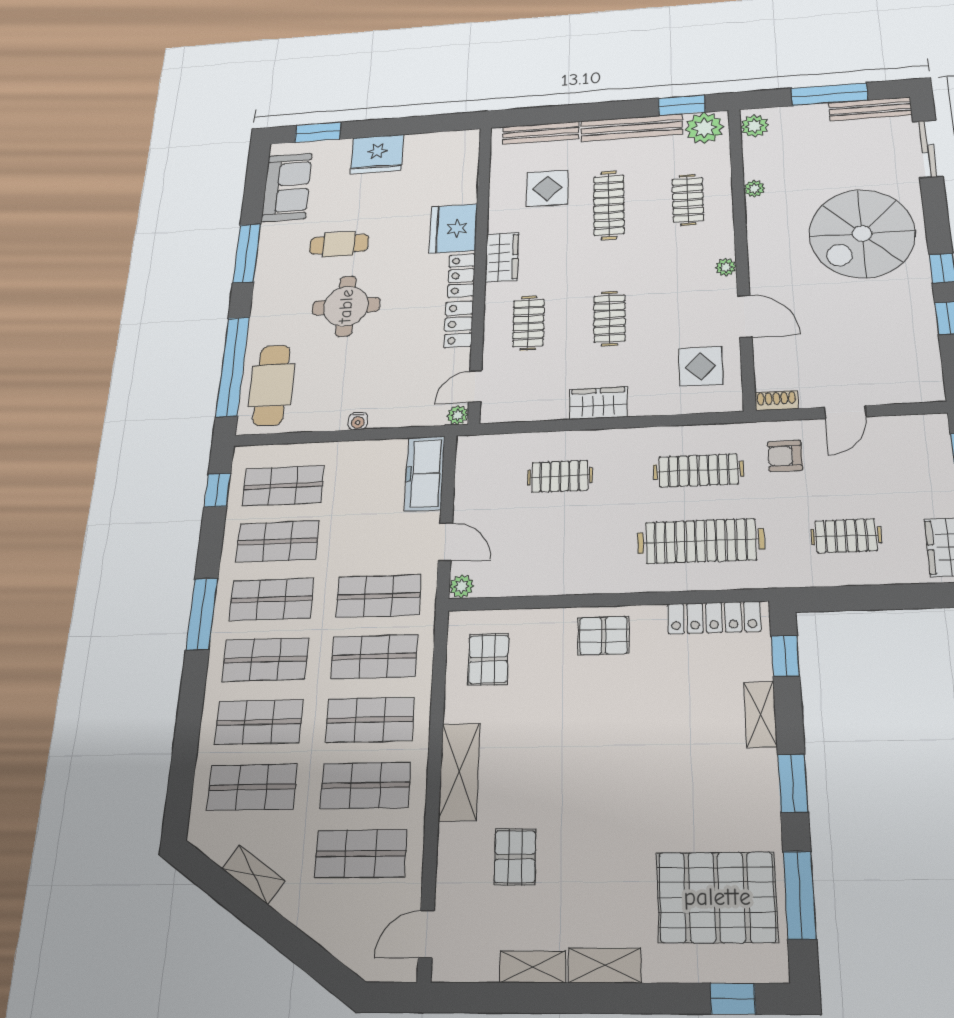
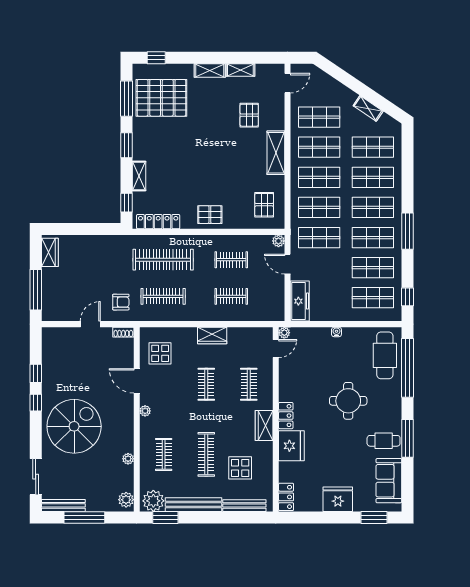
cafe table: (339, 244) -> (384, 441), moved
locker: (459, 324) -> (286, 497), moved
clothes rail: (846, 536) -> (231, 260), moved

